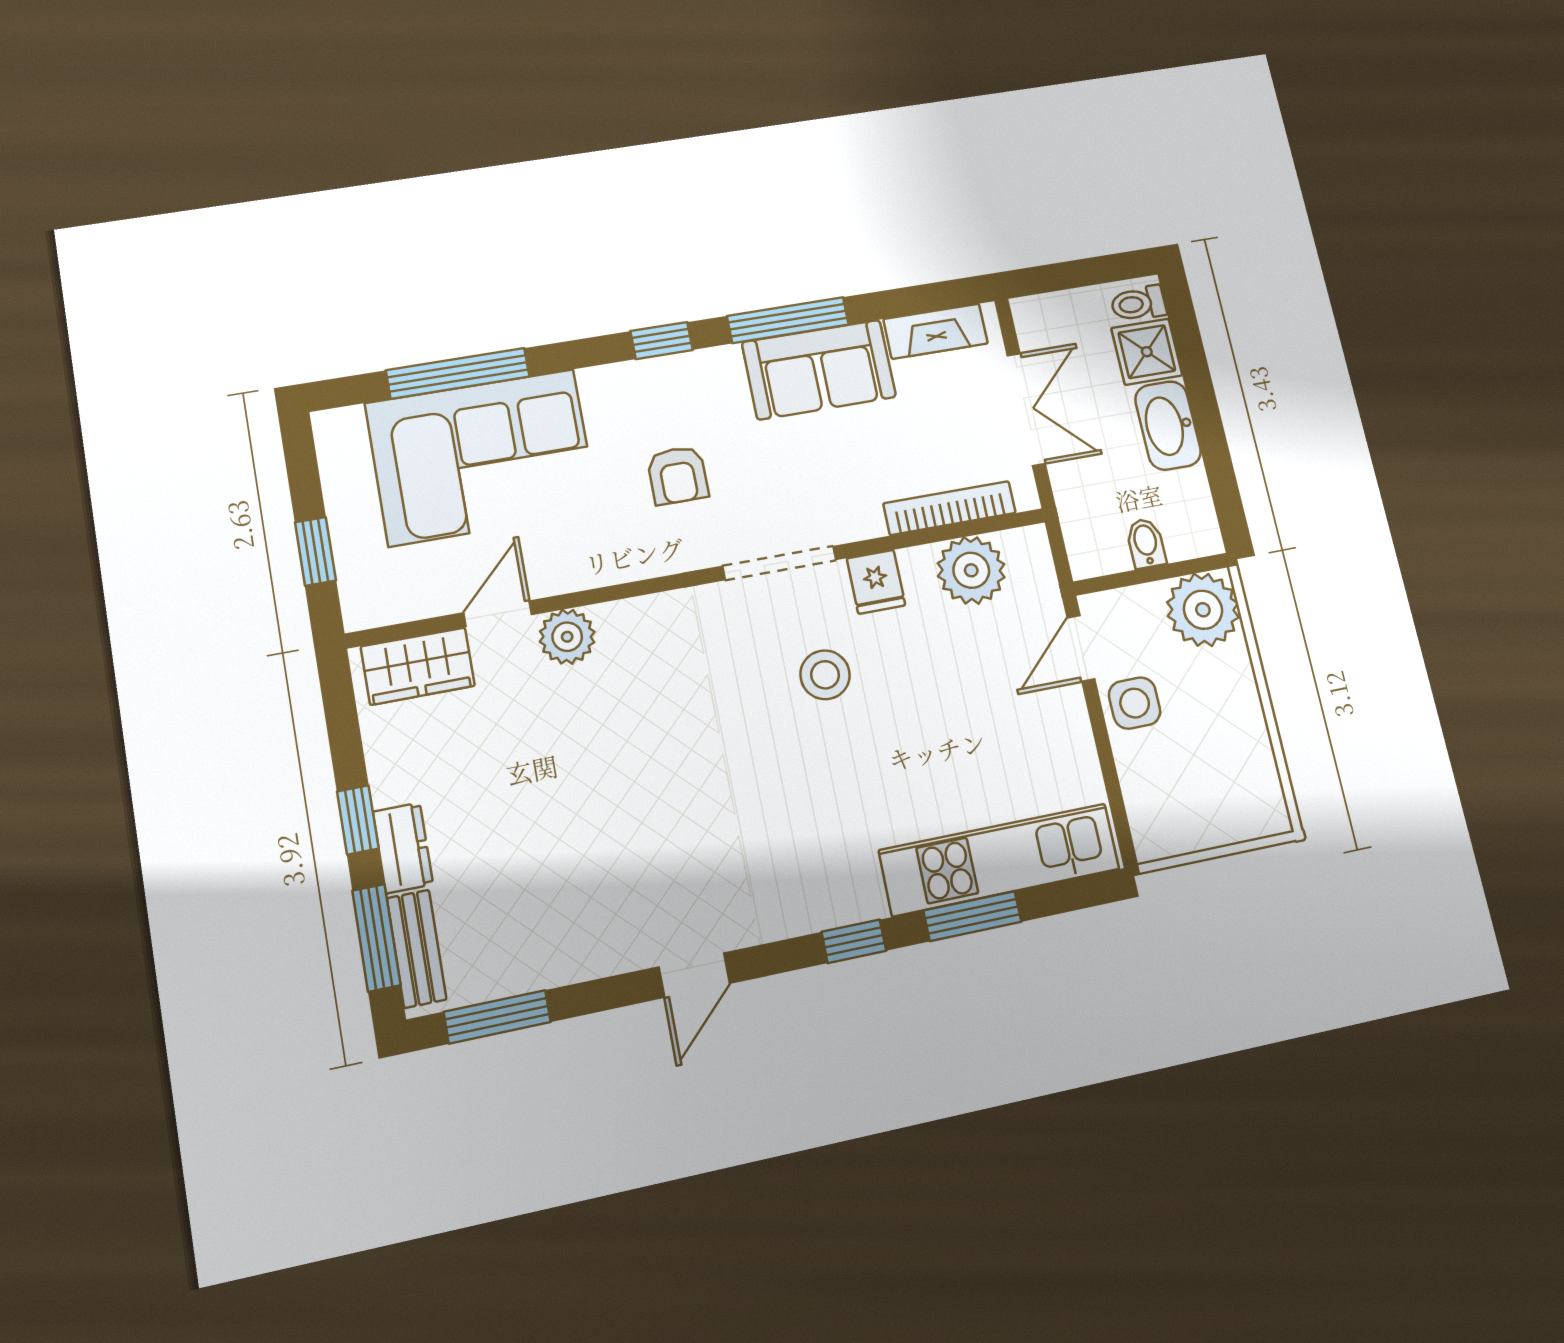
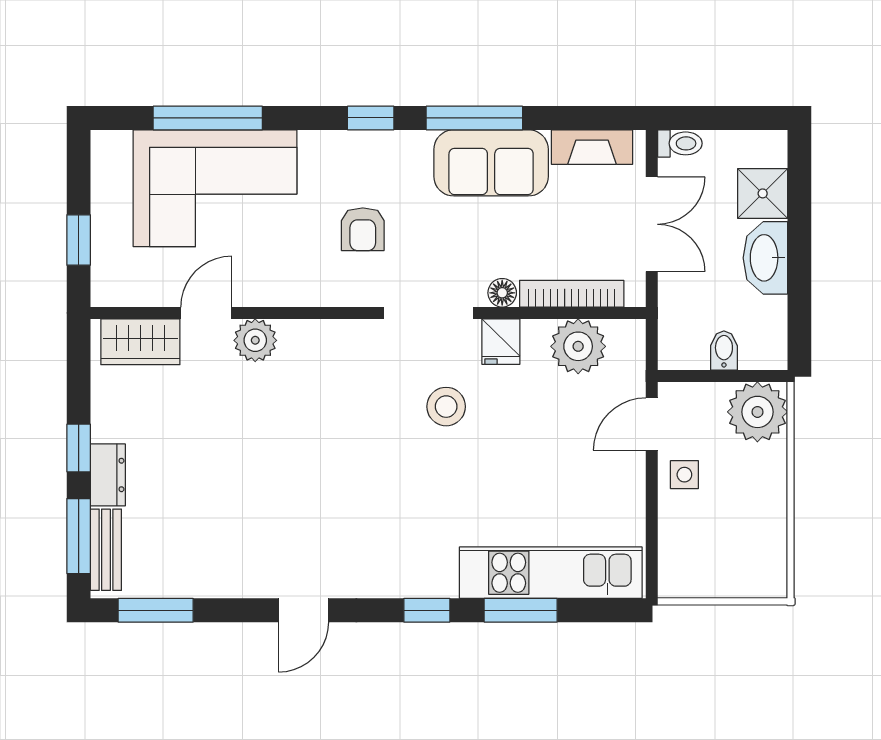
toilet: (1138, 304) -> (680, 143), moved, turned 180
floor lamp: (865, 522) -> (502, 293), added
side table: (1135, 703) -> (684, 475), width x0.73, depth x0.73

